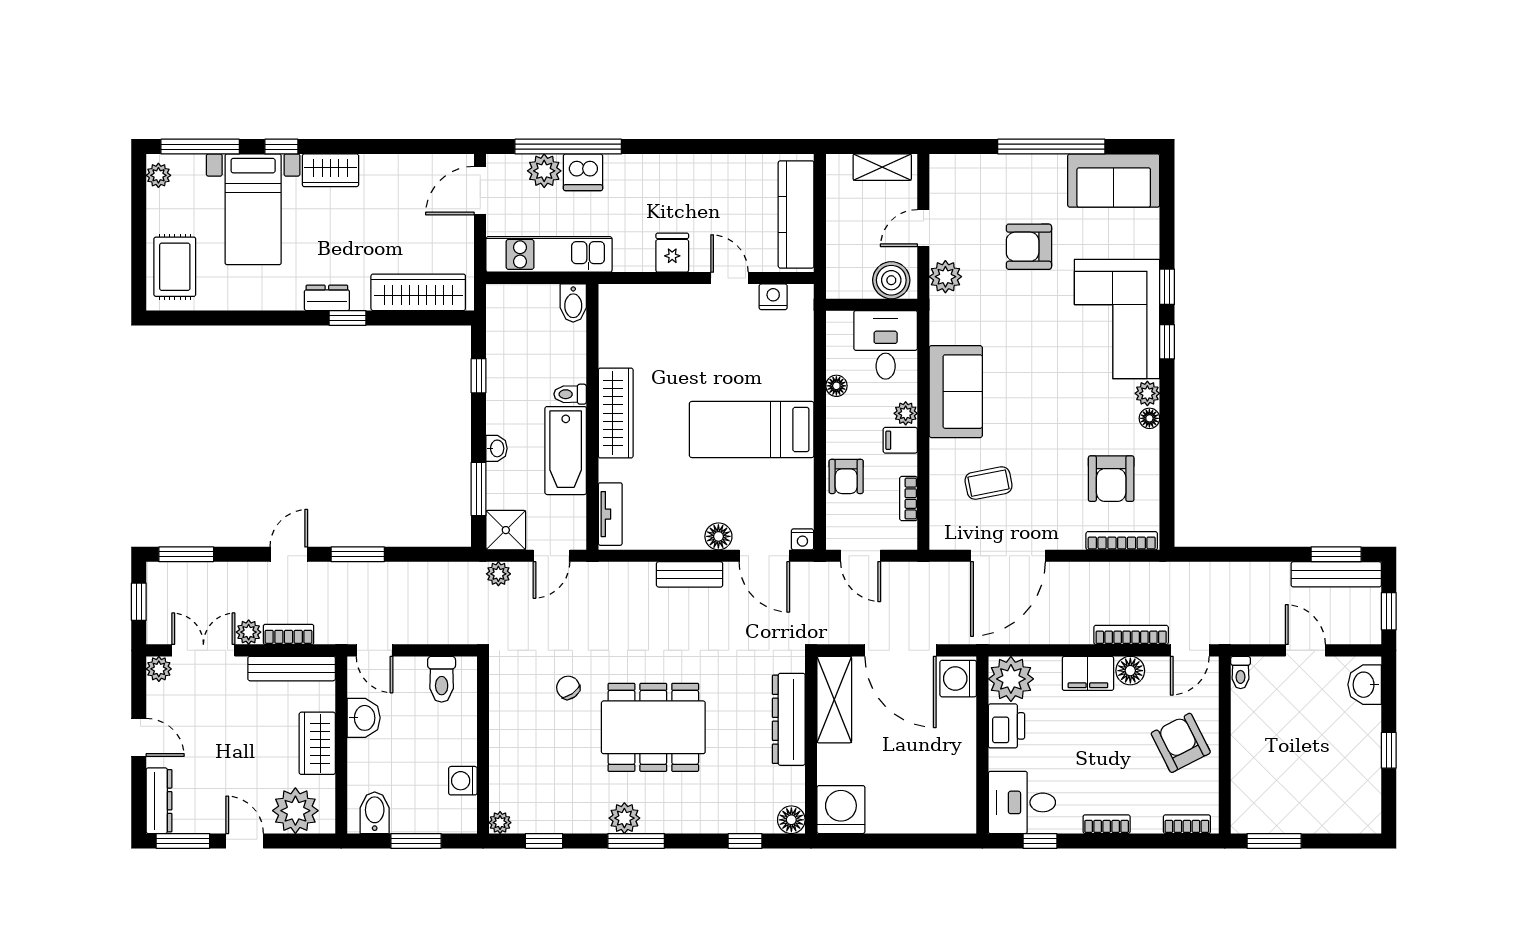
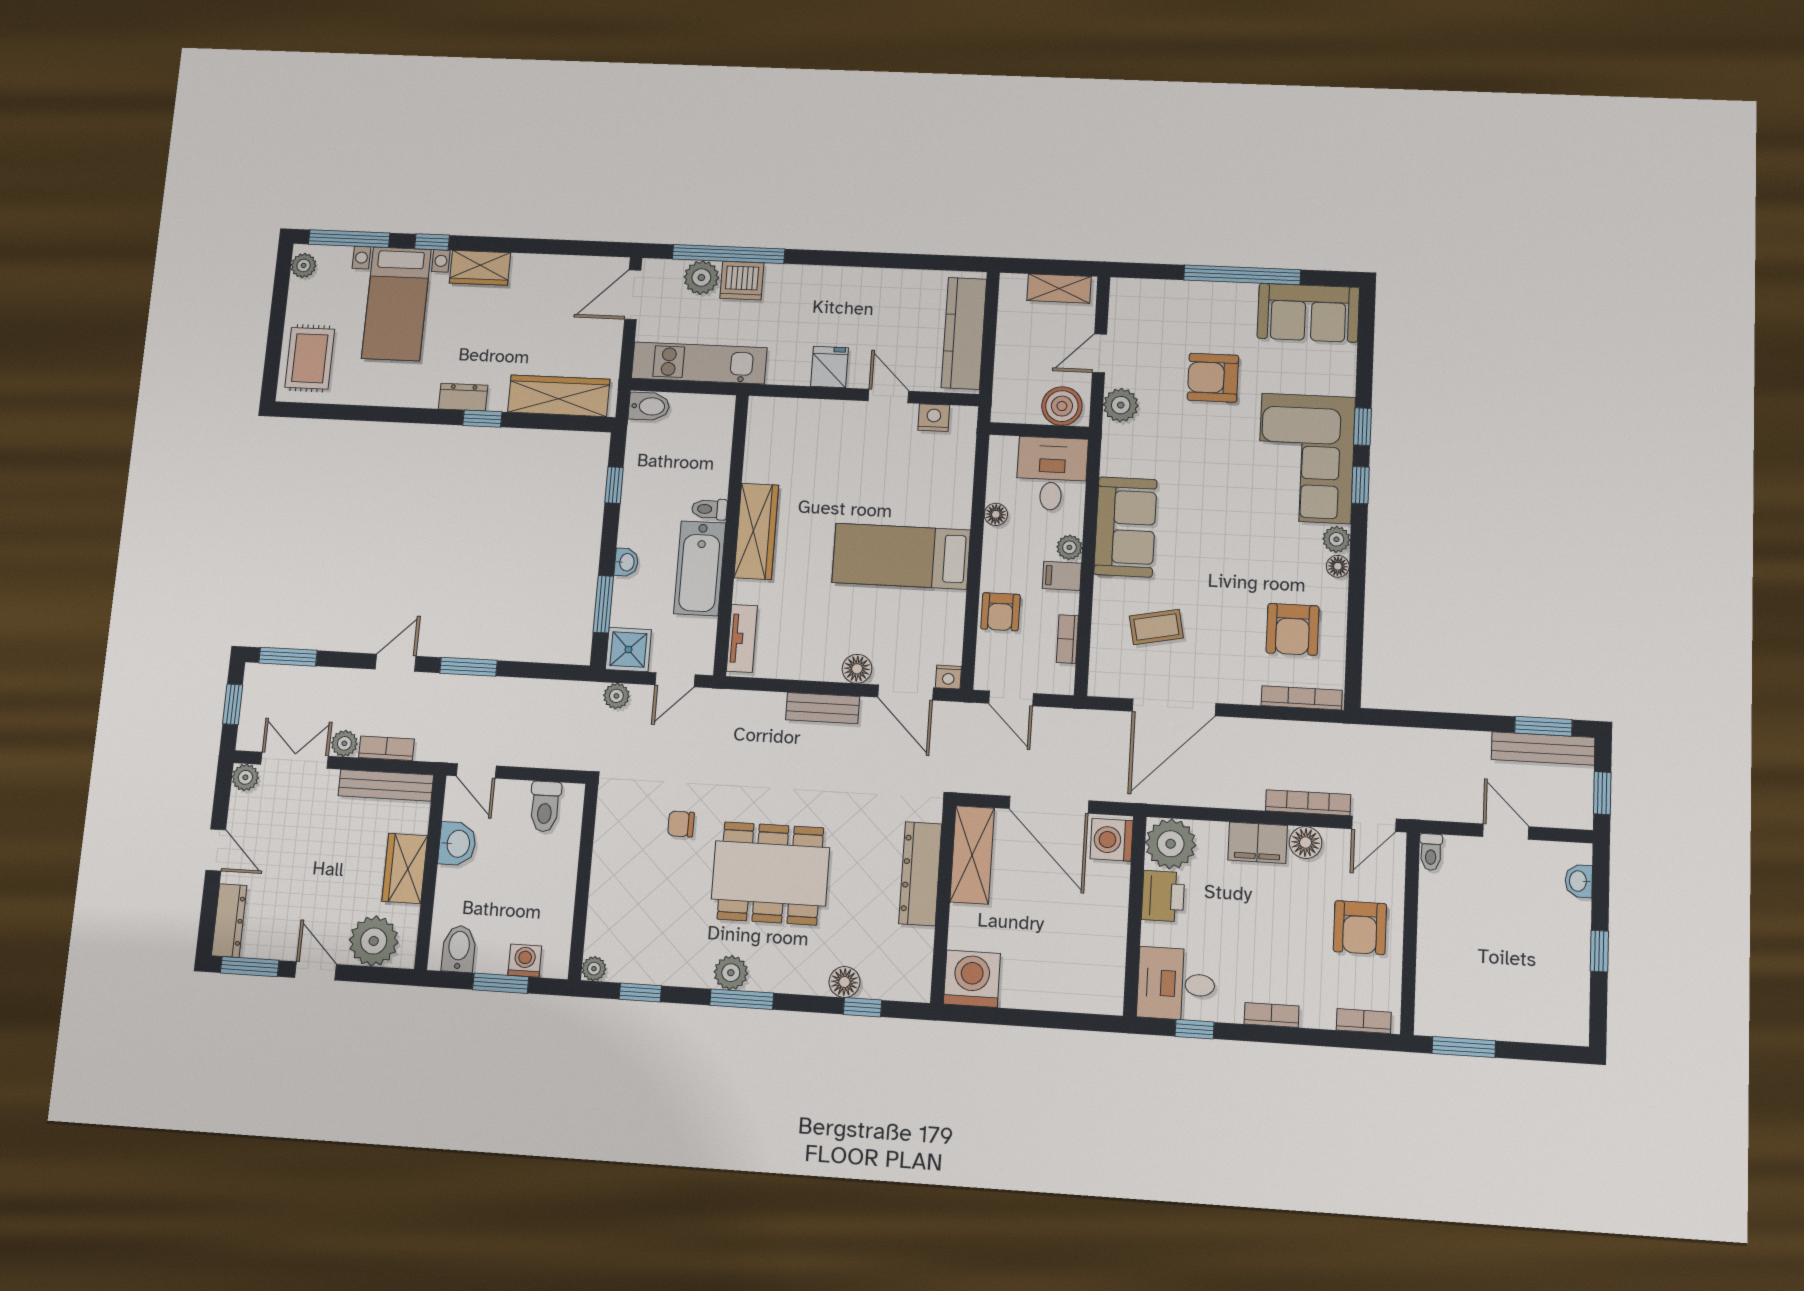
bidet: (573, 303) -> (649, 406), moved, turned -90
washbasin: (1365, 685) -> (1579, 881), width x0.72, depth x0.69
chair: (568, 688) -> (681, 824), turned -55
armchair: (1181, 743) -> (1360, 928), turned -153
washing machine: (463, 781) -> (525, 961), moved, turned 90
floor lamp: (791, 820) -> (844, 982), moved

